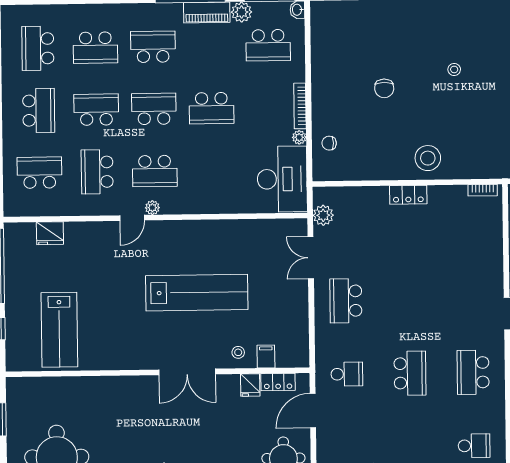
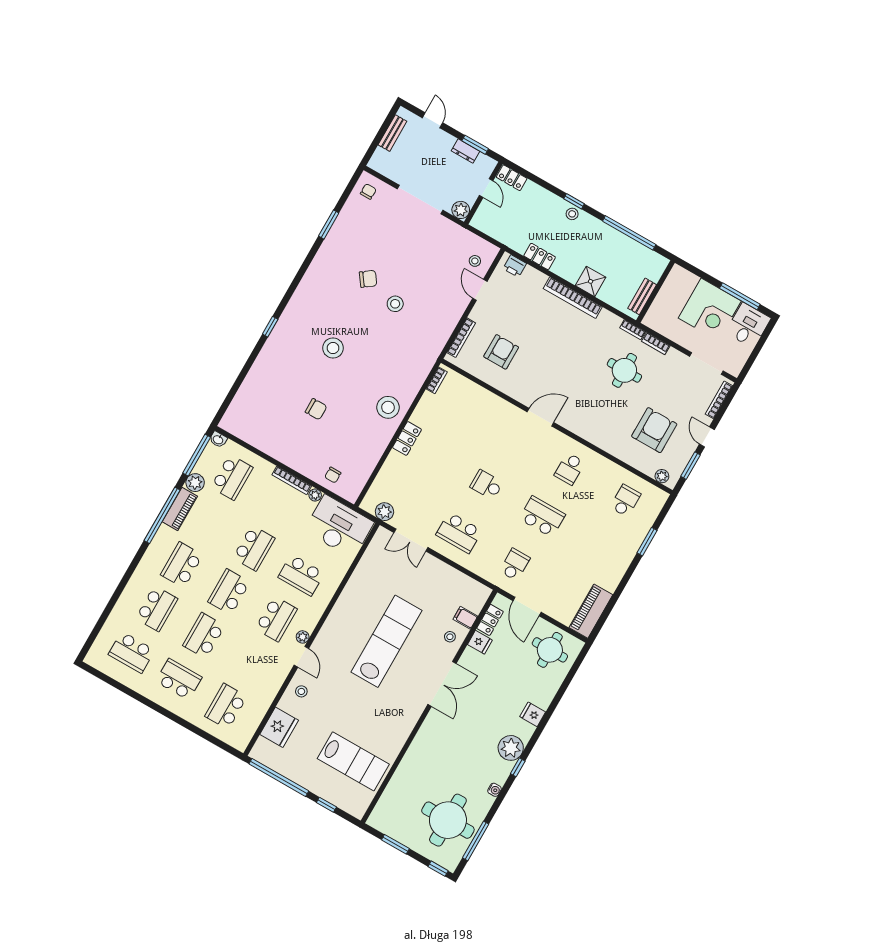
stool: (454, 69) -> (333, 348), width x1.89, depth x1.89
school desk: (97, 172) -> (301, 575), moved
fridge: (50, 233) -> (279, 727), width x1.36, depth x1.34
stool: (98, 238) -> (301, 691), added
school desk: (409, 300) -> (486, 485), added
school desk: (473, 372) -> (570, 469), width x0.54

